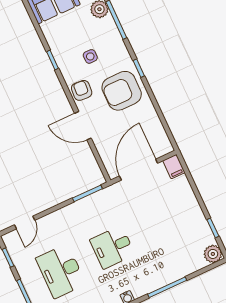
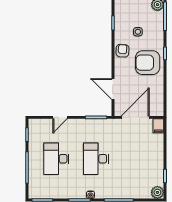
door: (83, 126) -> (113, 89), moved
door: (25, 222) -> (60, 117), moved
desk: (112, 247) -> (96, 159), width x1.37

